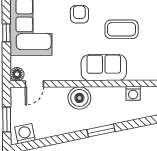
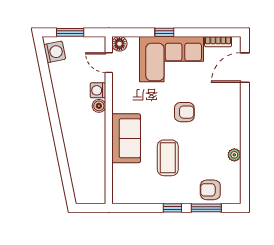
washing machine: (133, 93) -> (98, 90), moved
boiler: (79, 98) -> (99, 106), width x0.54, depth x0.54
window: (101, 131) -> (58, 135), removed

